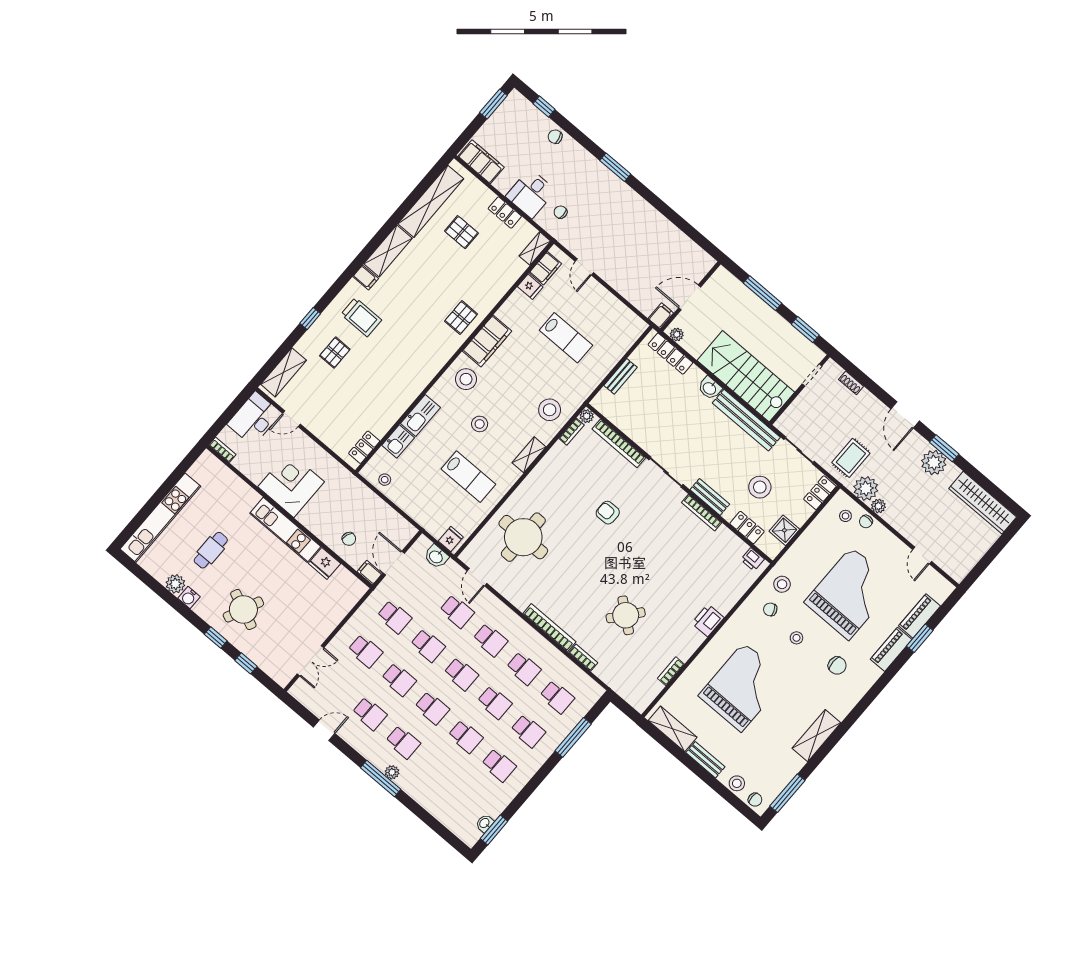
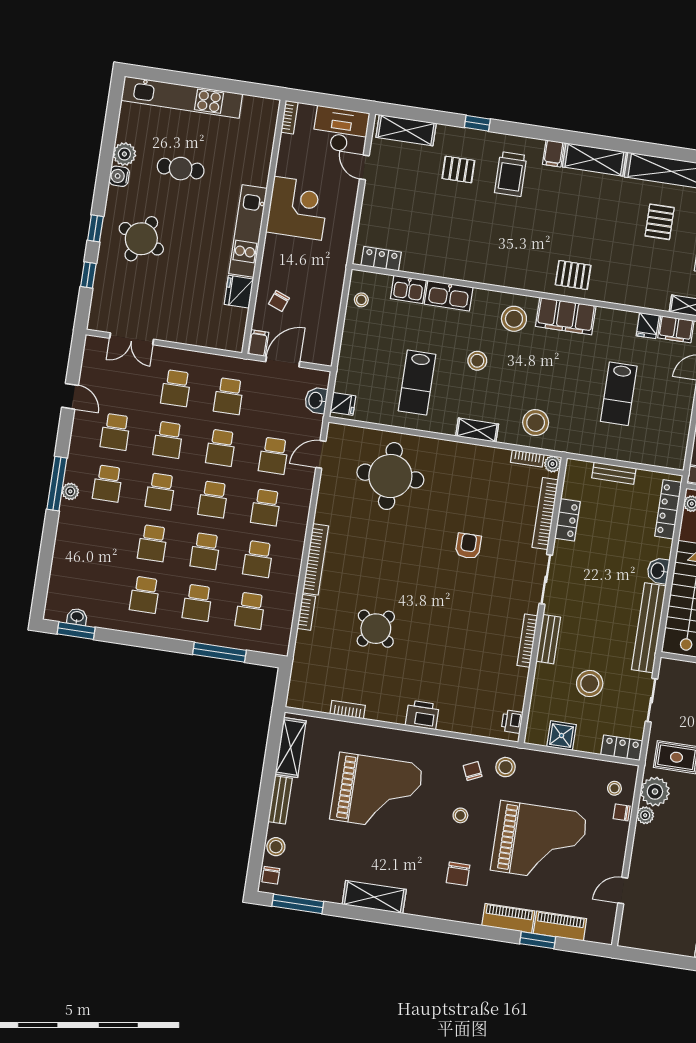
locker: (747, 528) -> (567, 520), moved

